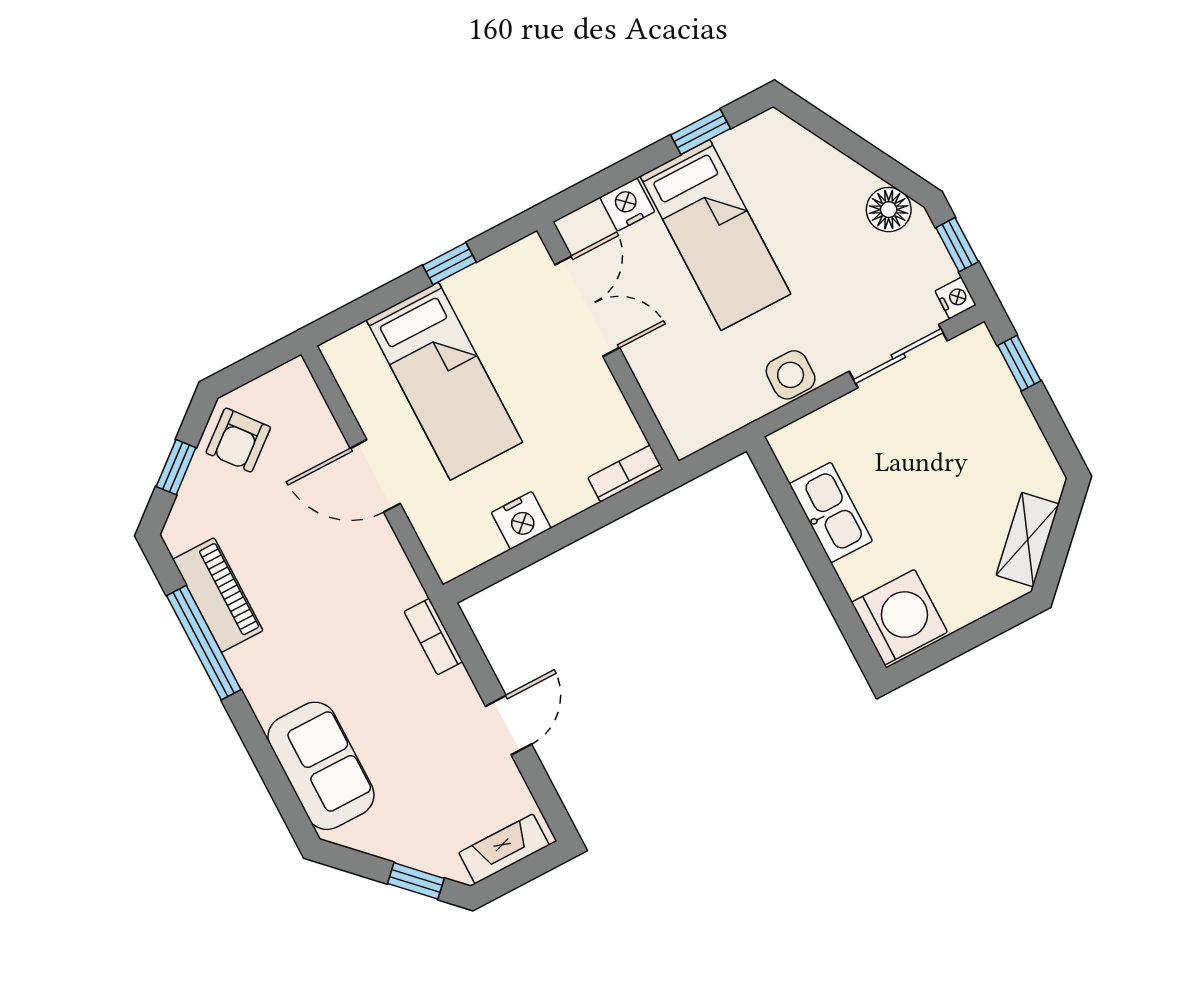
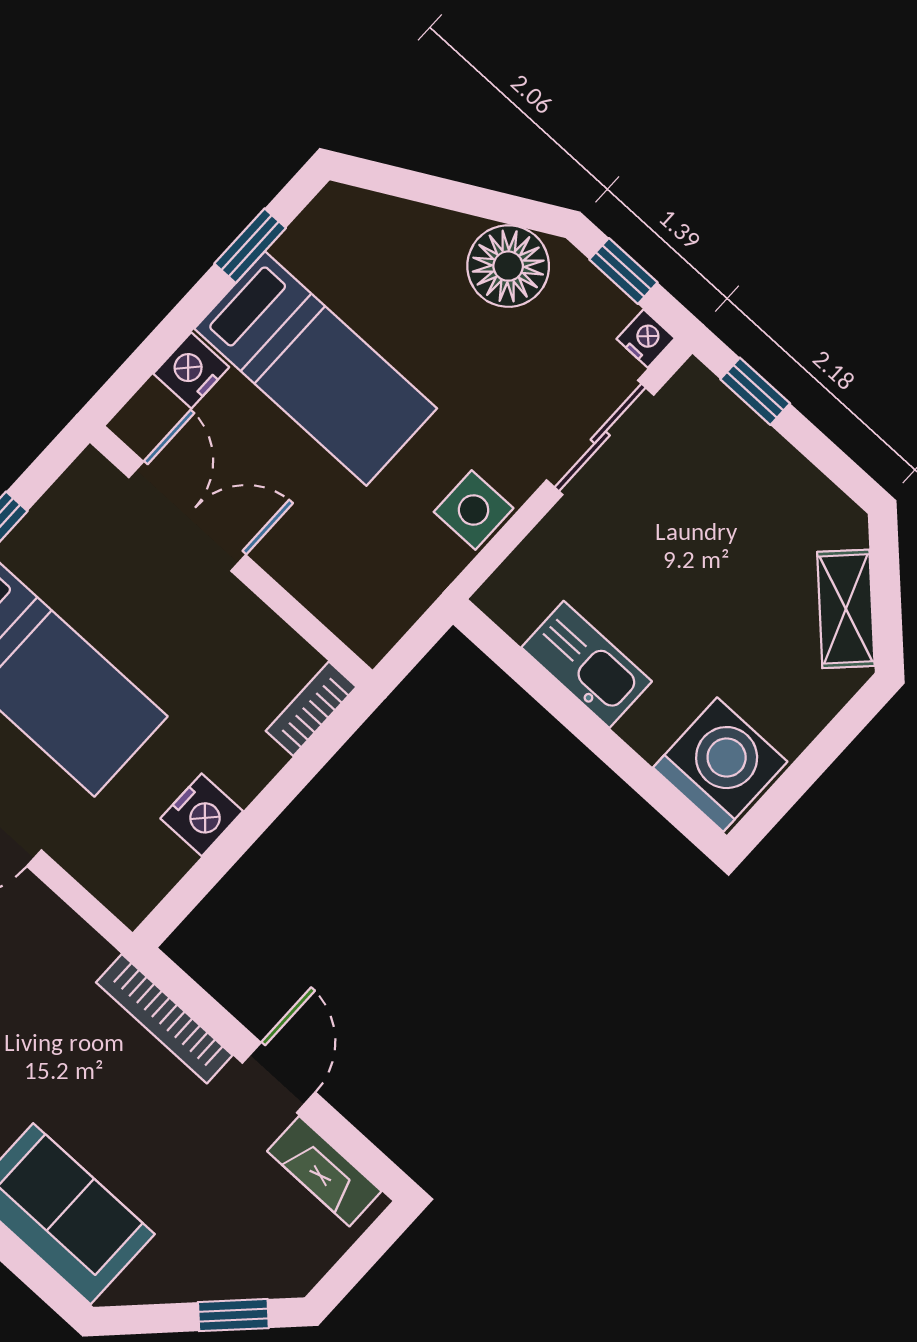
floor lamp: (889, 210) -> (508, 266), width x1.38, depth x1.38
bookcase: (433, 637) -> (164, 1019), width x1.56
fireplace: (504, 849) -> (324, 1171), moved, turned -90

